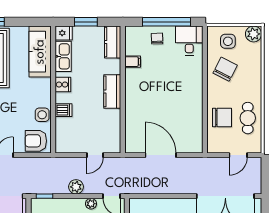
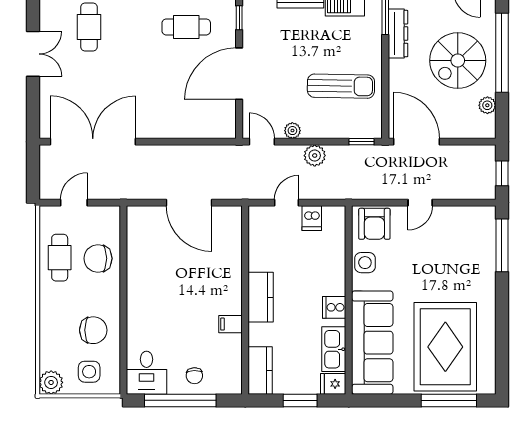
sofa: (40, 52) -> (372, 343), width x1.36, depth x1.27
filing cabinet: (133, 62) -> (231, 324), moved
chair: (225, 69) -> (93, 330), turned -117
dishwasher: (64, 110) -> (312, 218), moved, turned -90
armchair: (36, 141) -> (374, 224), turned 90

